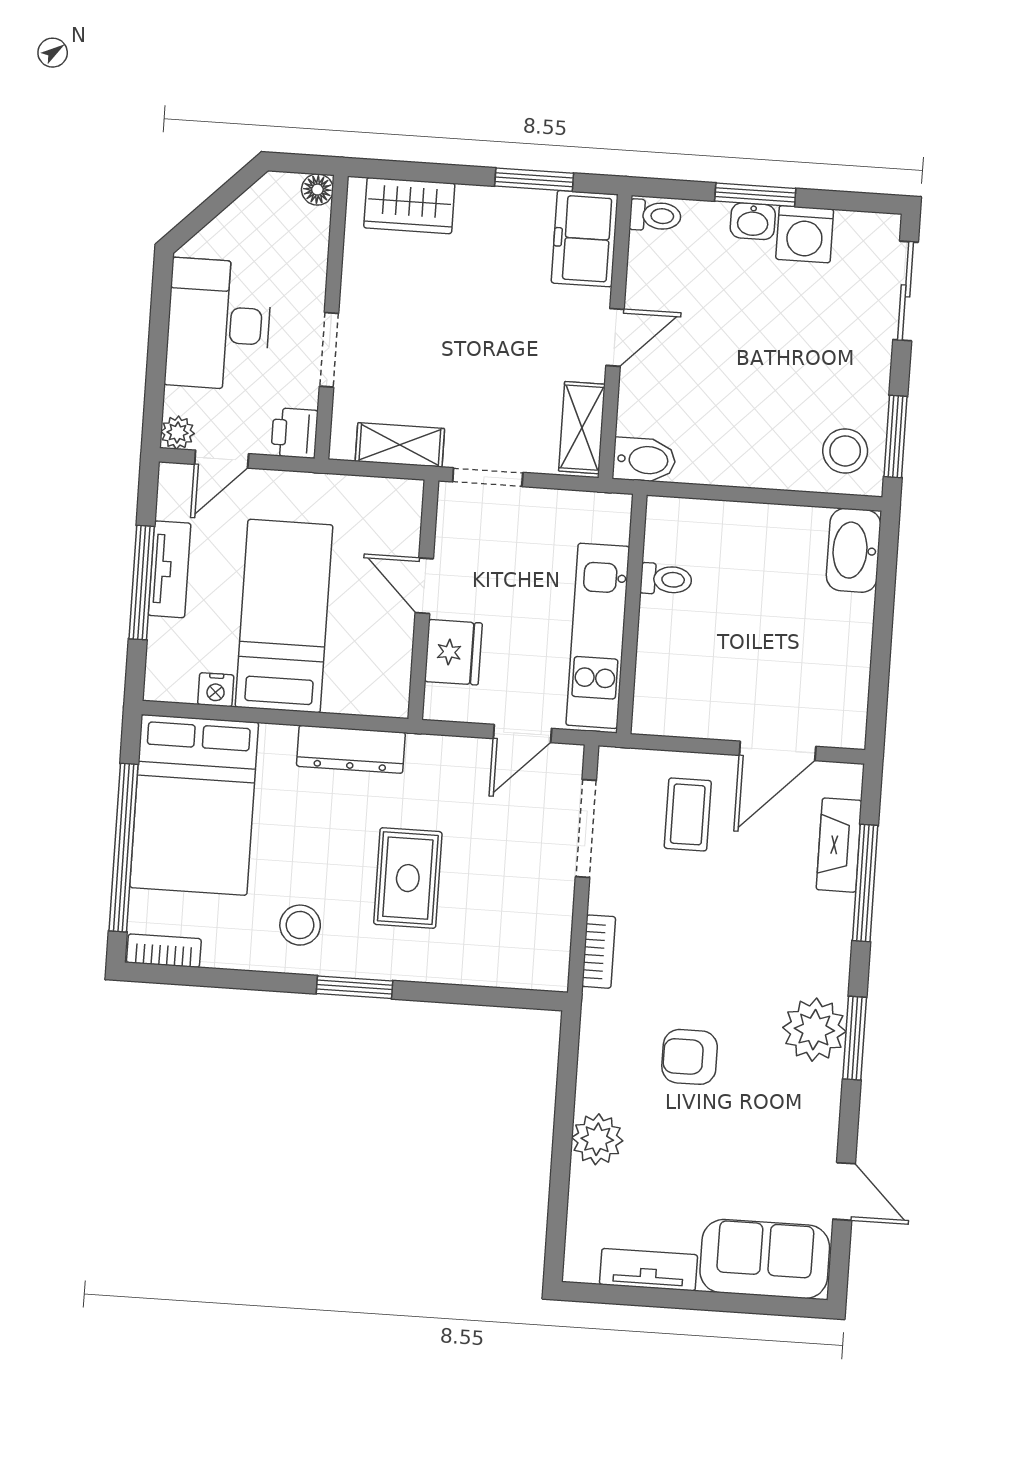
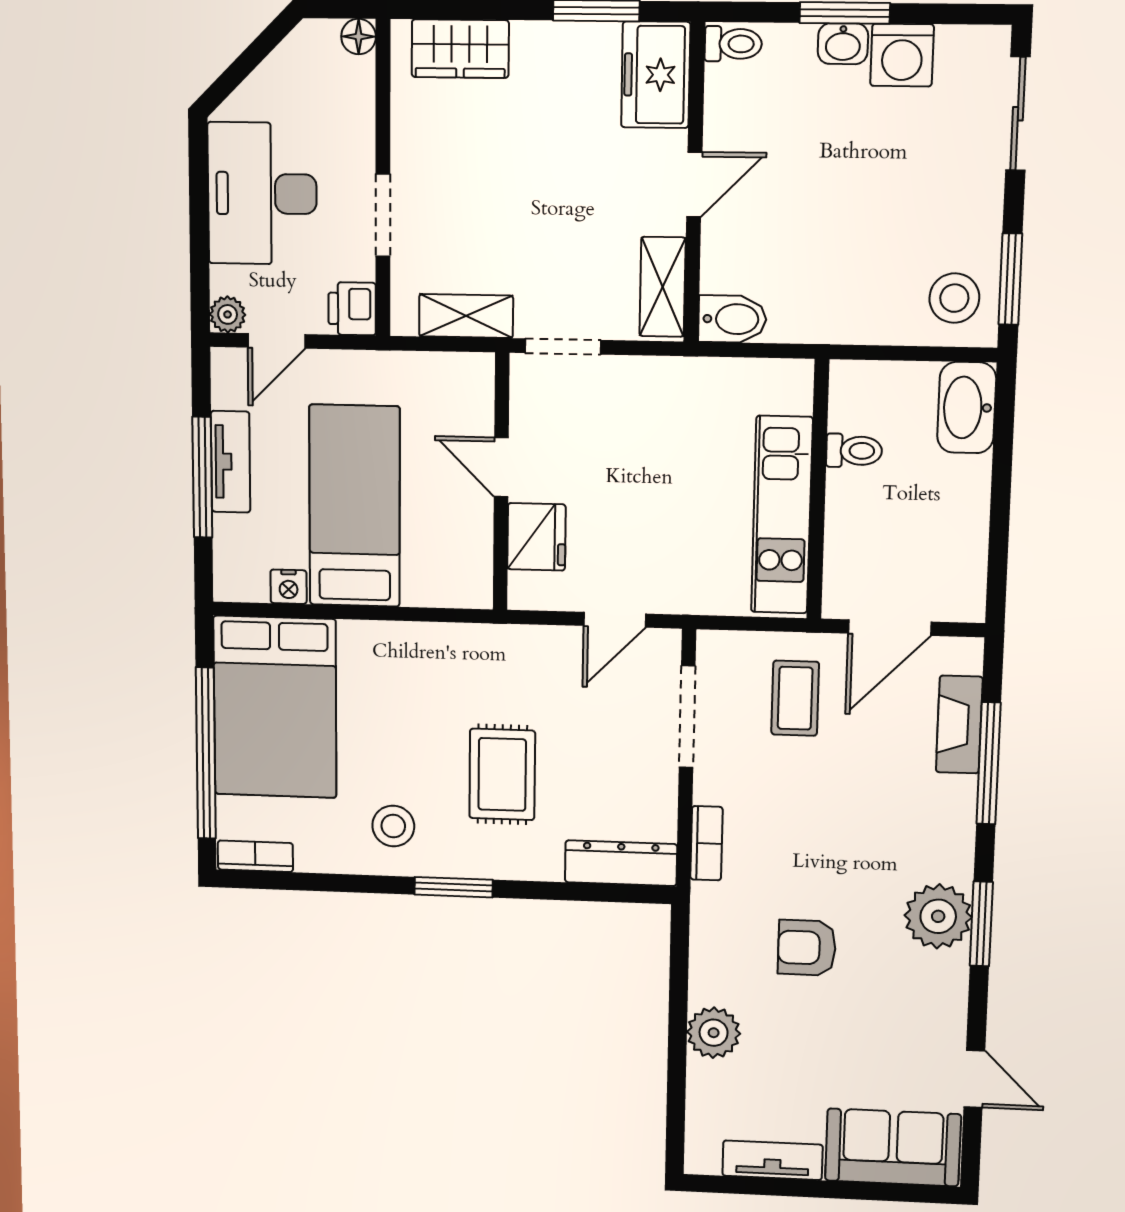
toilet: (666, 579) -> (854, 451), moved
wall: (632, 614) -> (818, 490), moved
kitchen unit: (598, 636) -> (782, 515), moved
dresser: (351, 749) -> (621, 863), moved, turned 180

